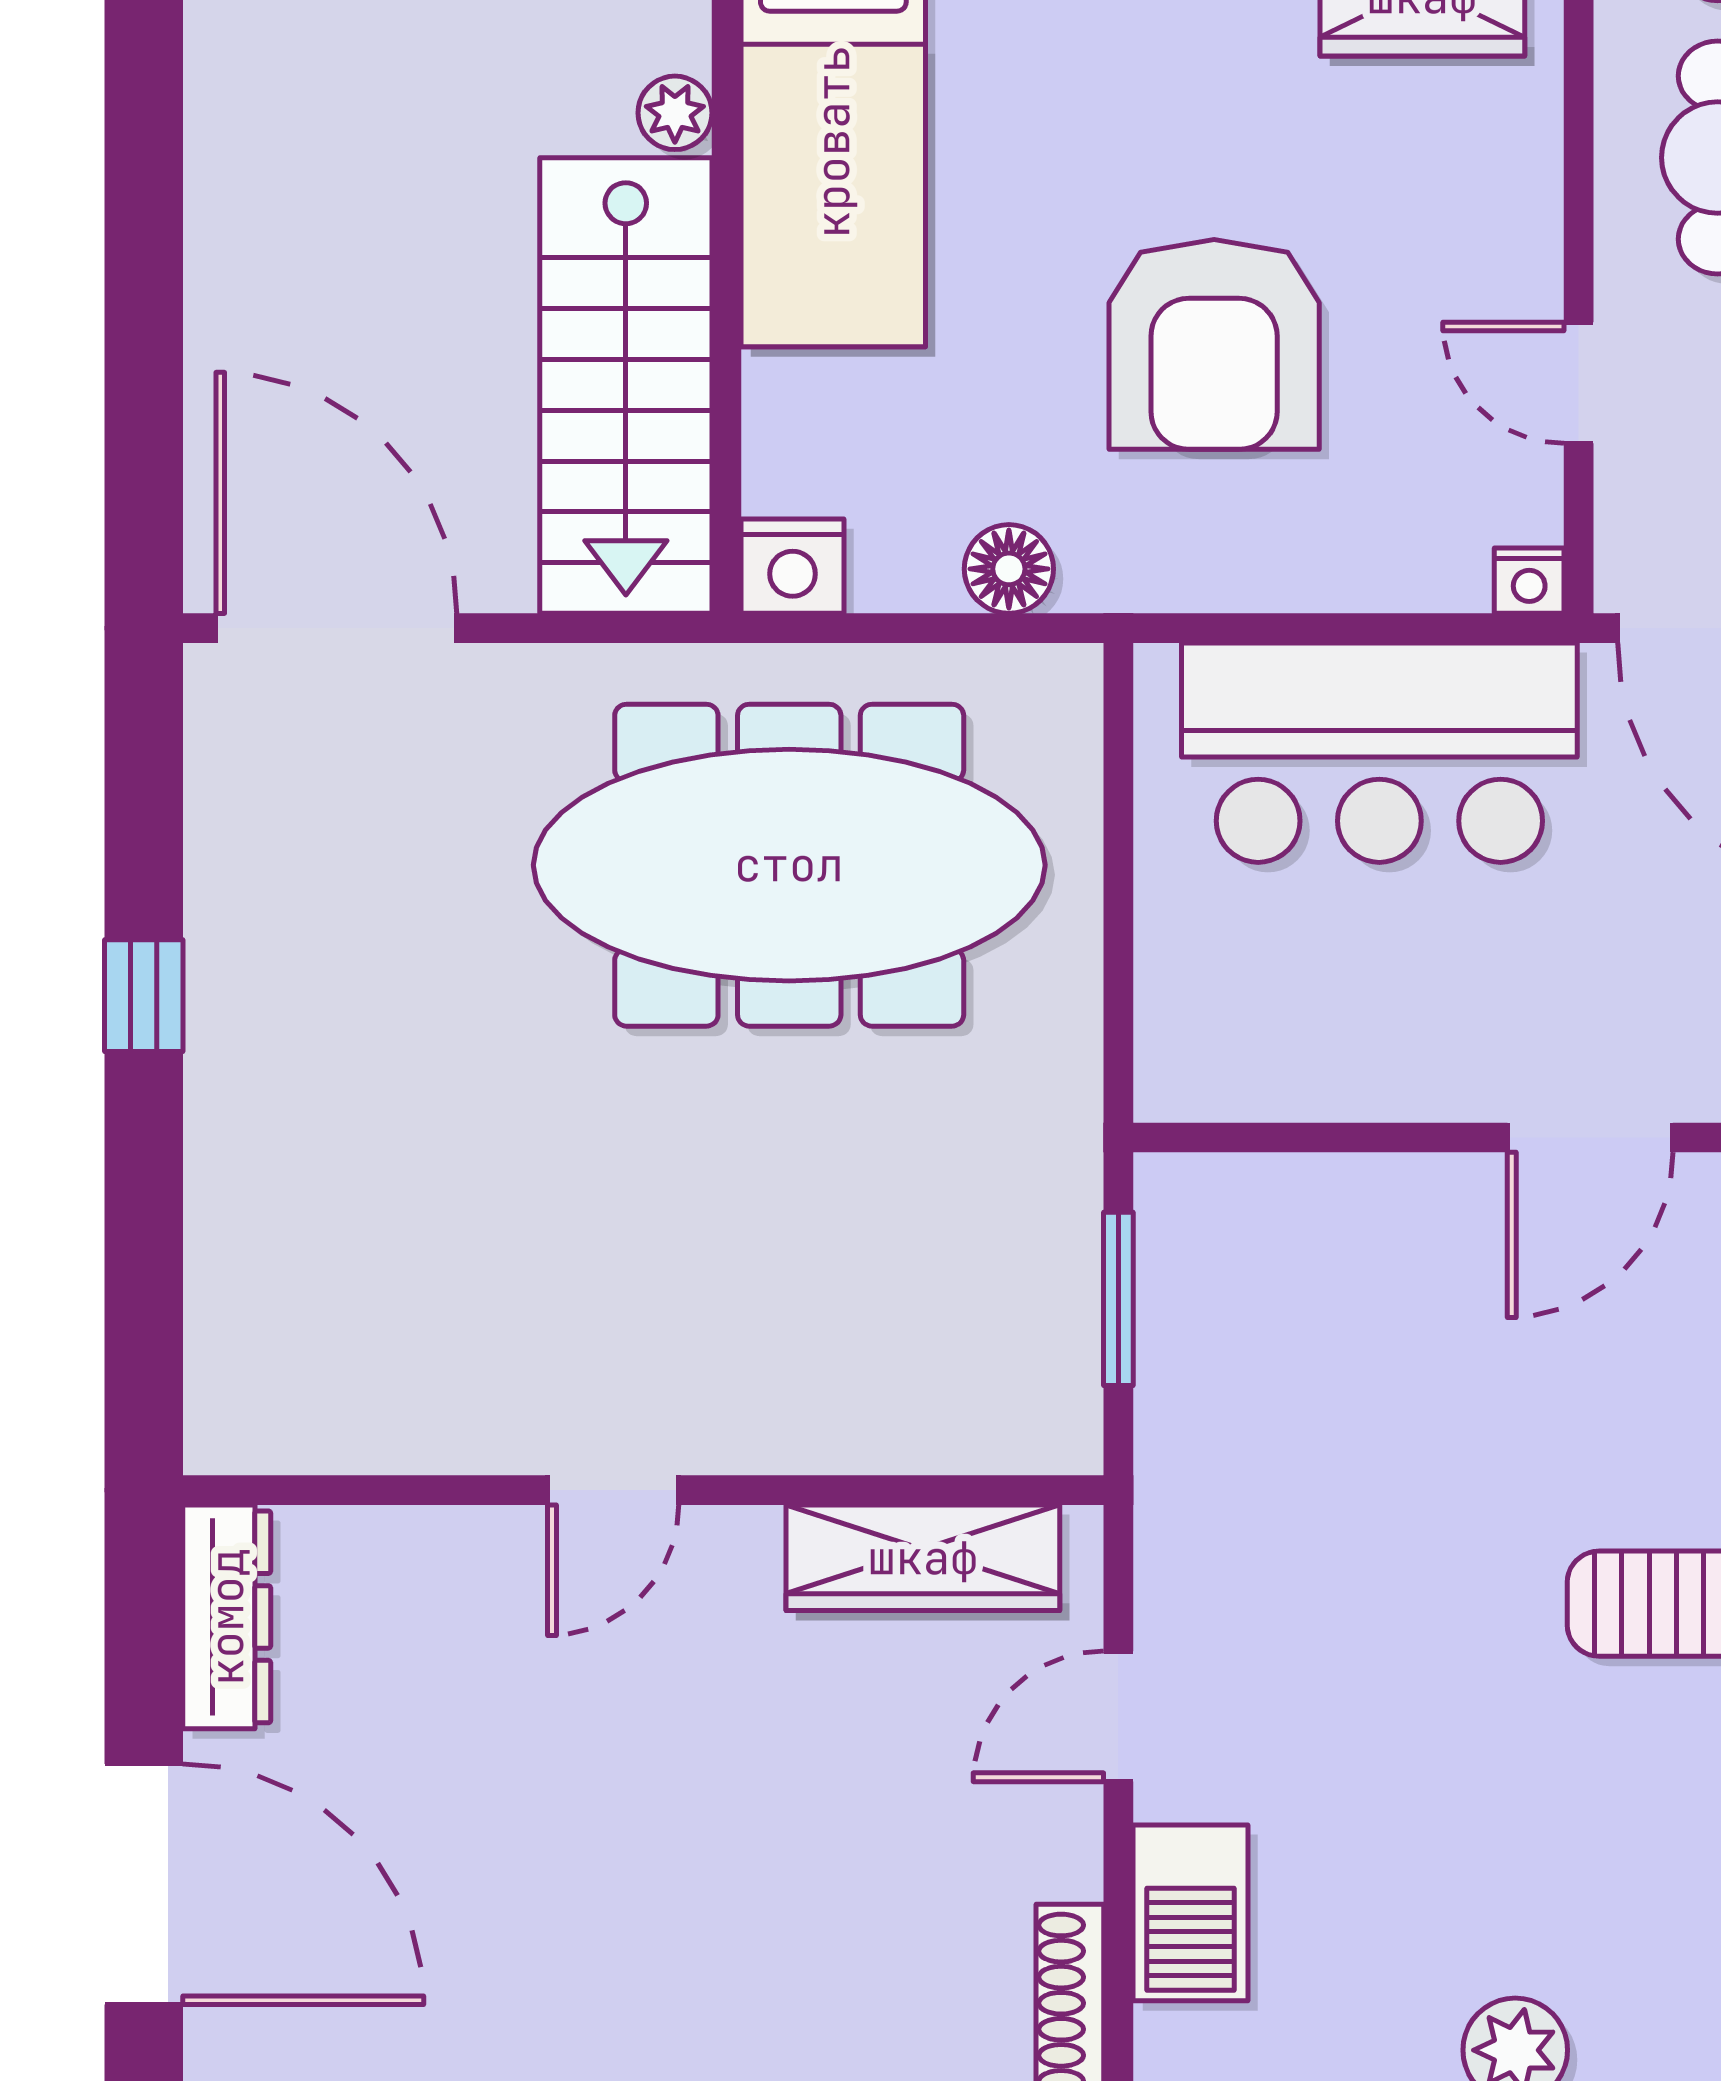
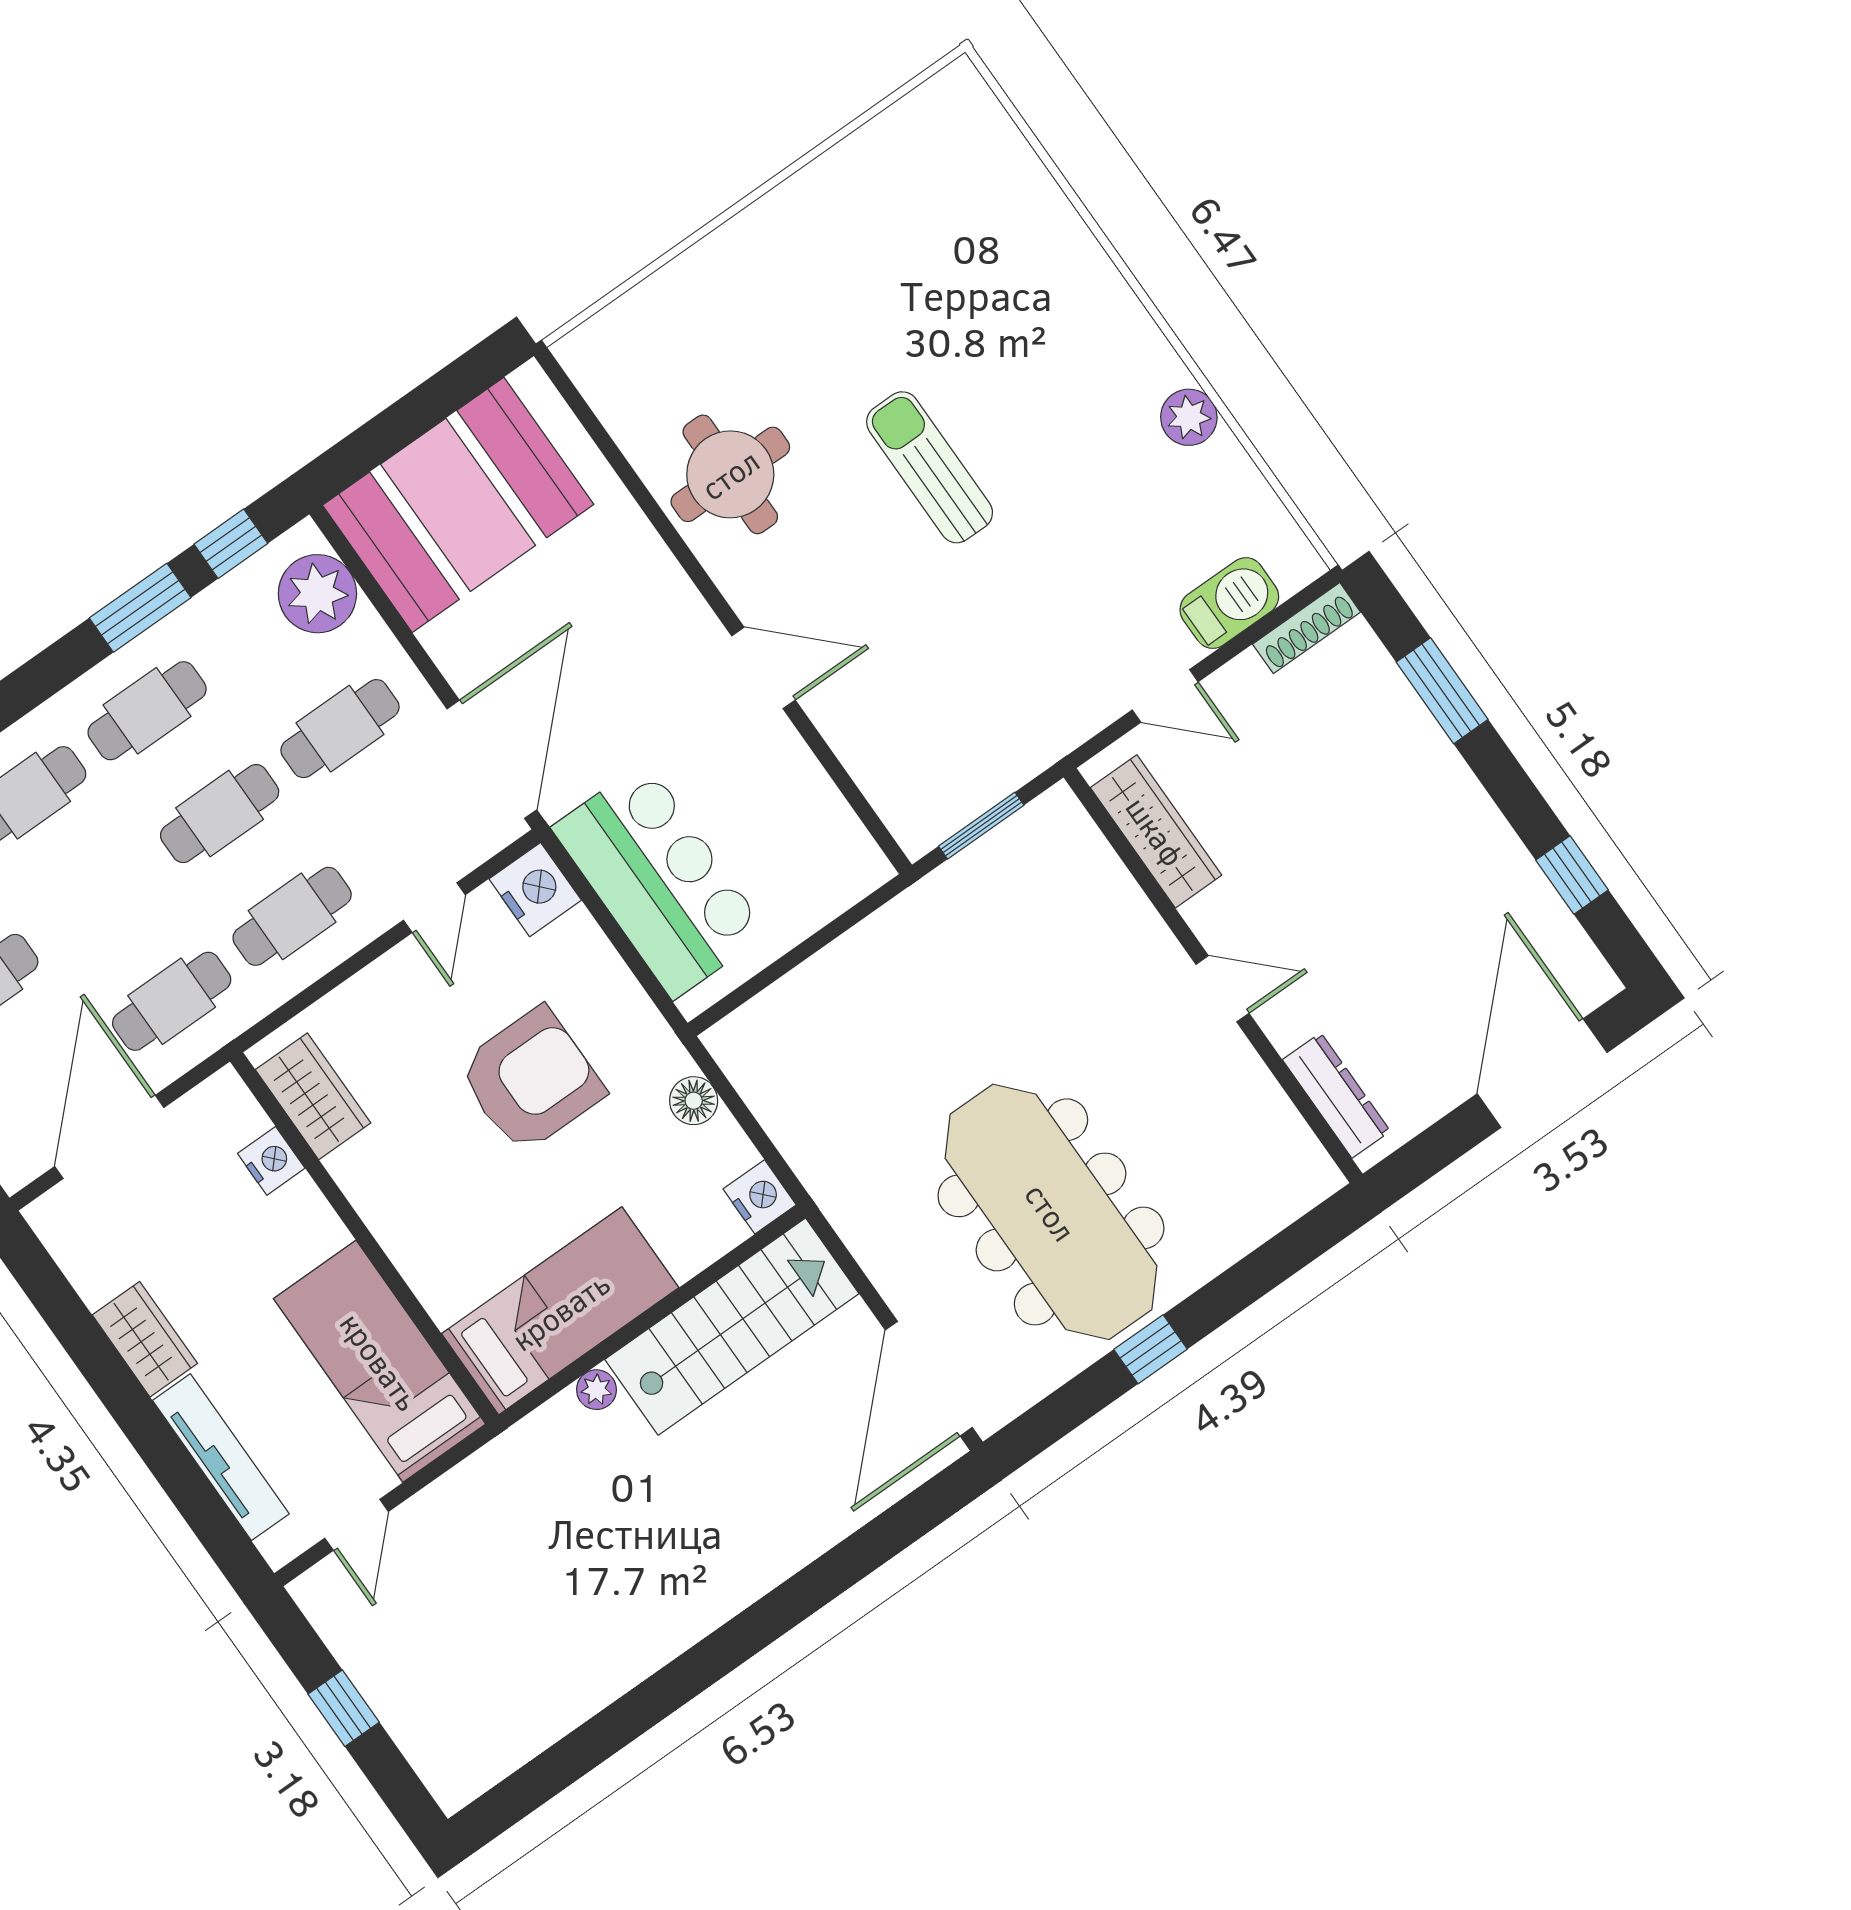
nightstand: (1529, 581) -> (535, 890), width x1.89, depth x1.79
meeting table: (789, 865) -> (1051, 1212), moved
dresser: (227, 1617) -> (1336, 1095), moved, turned 90

